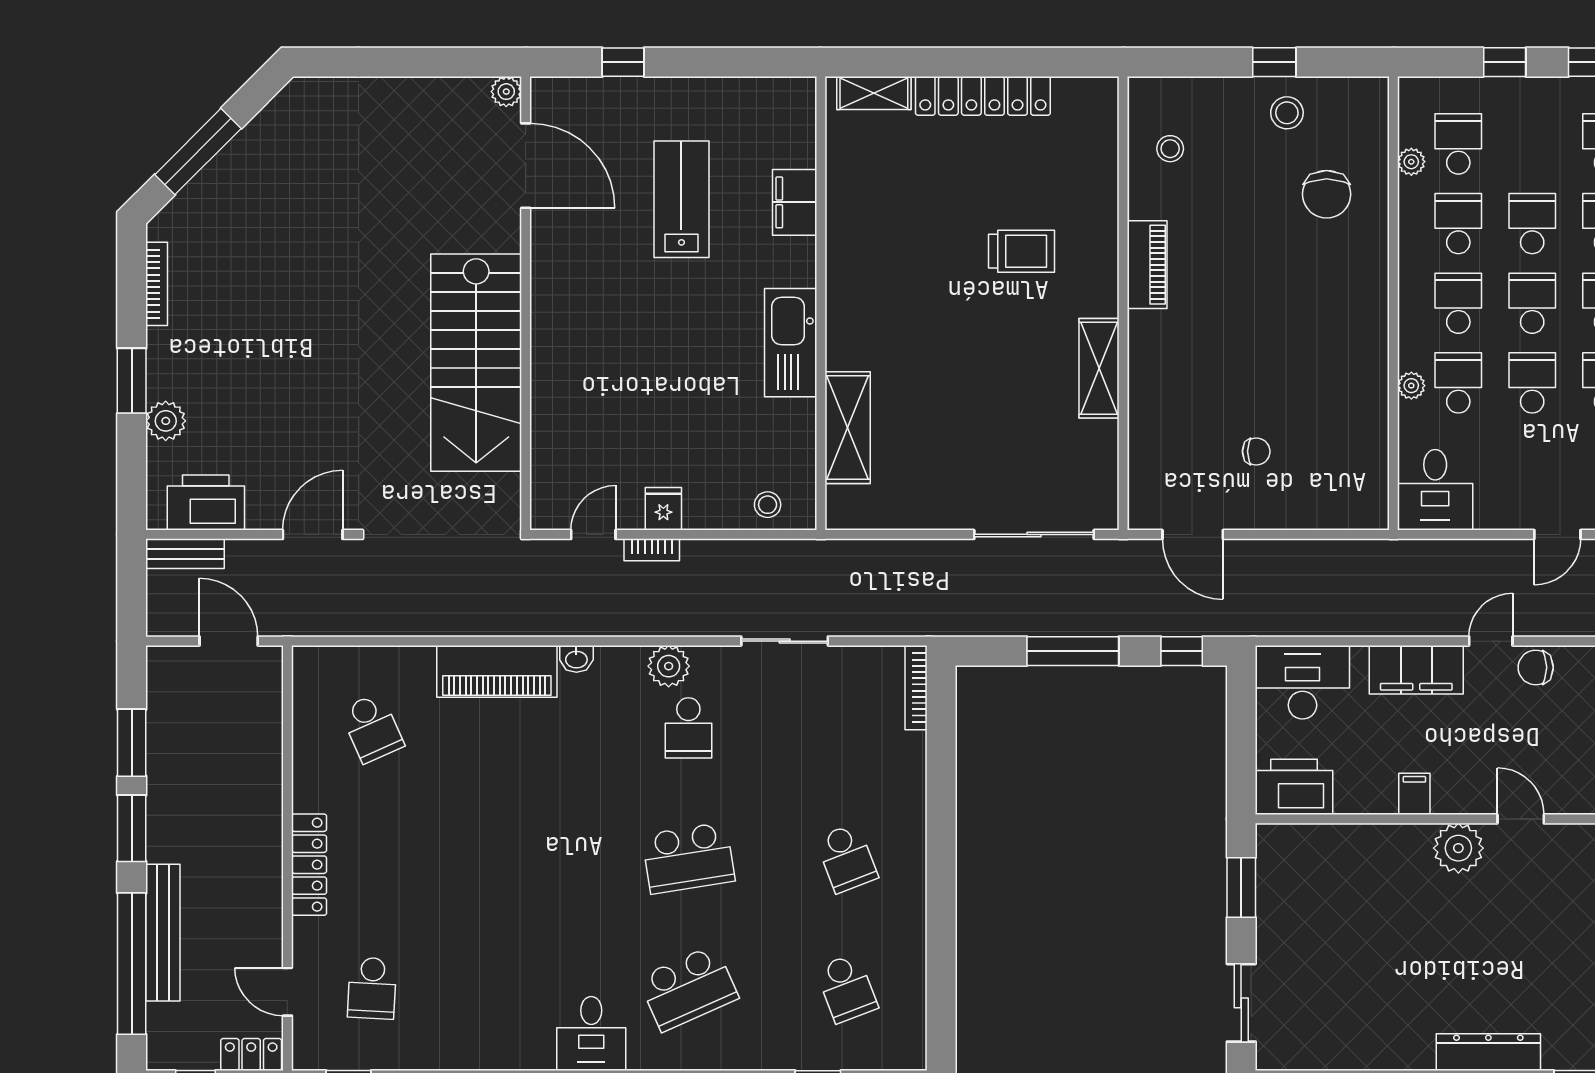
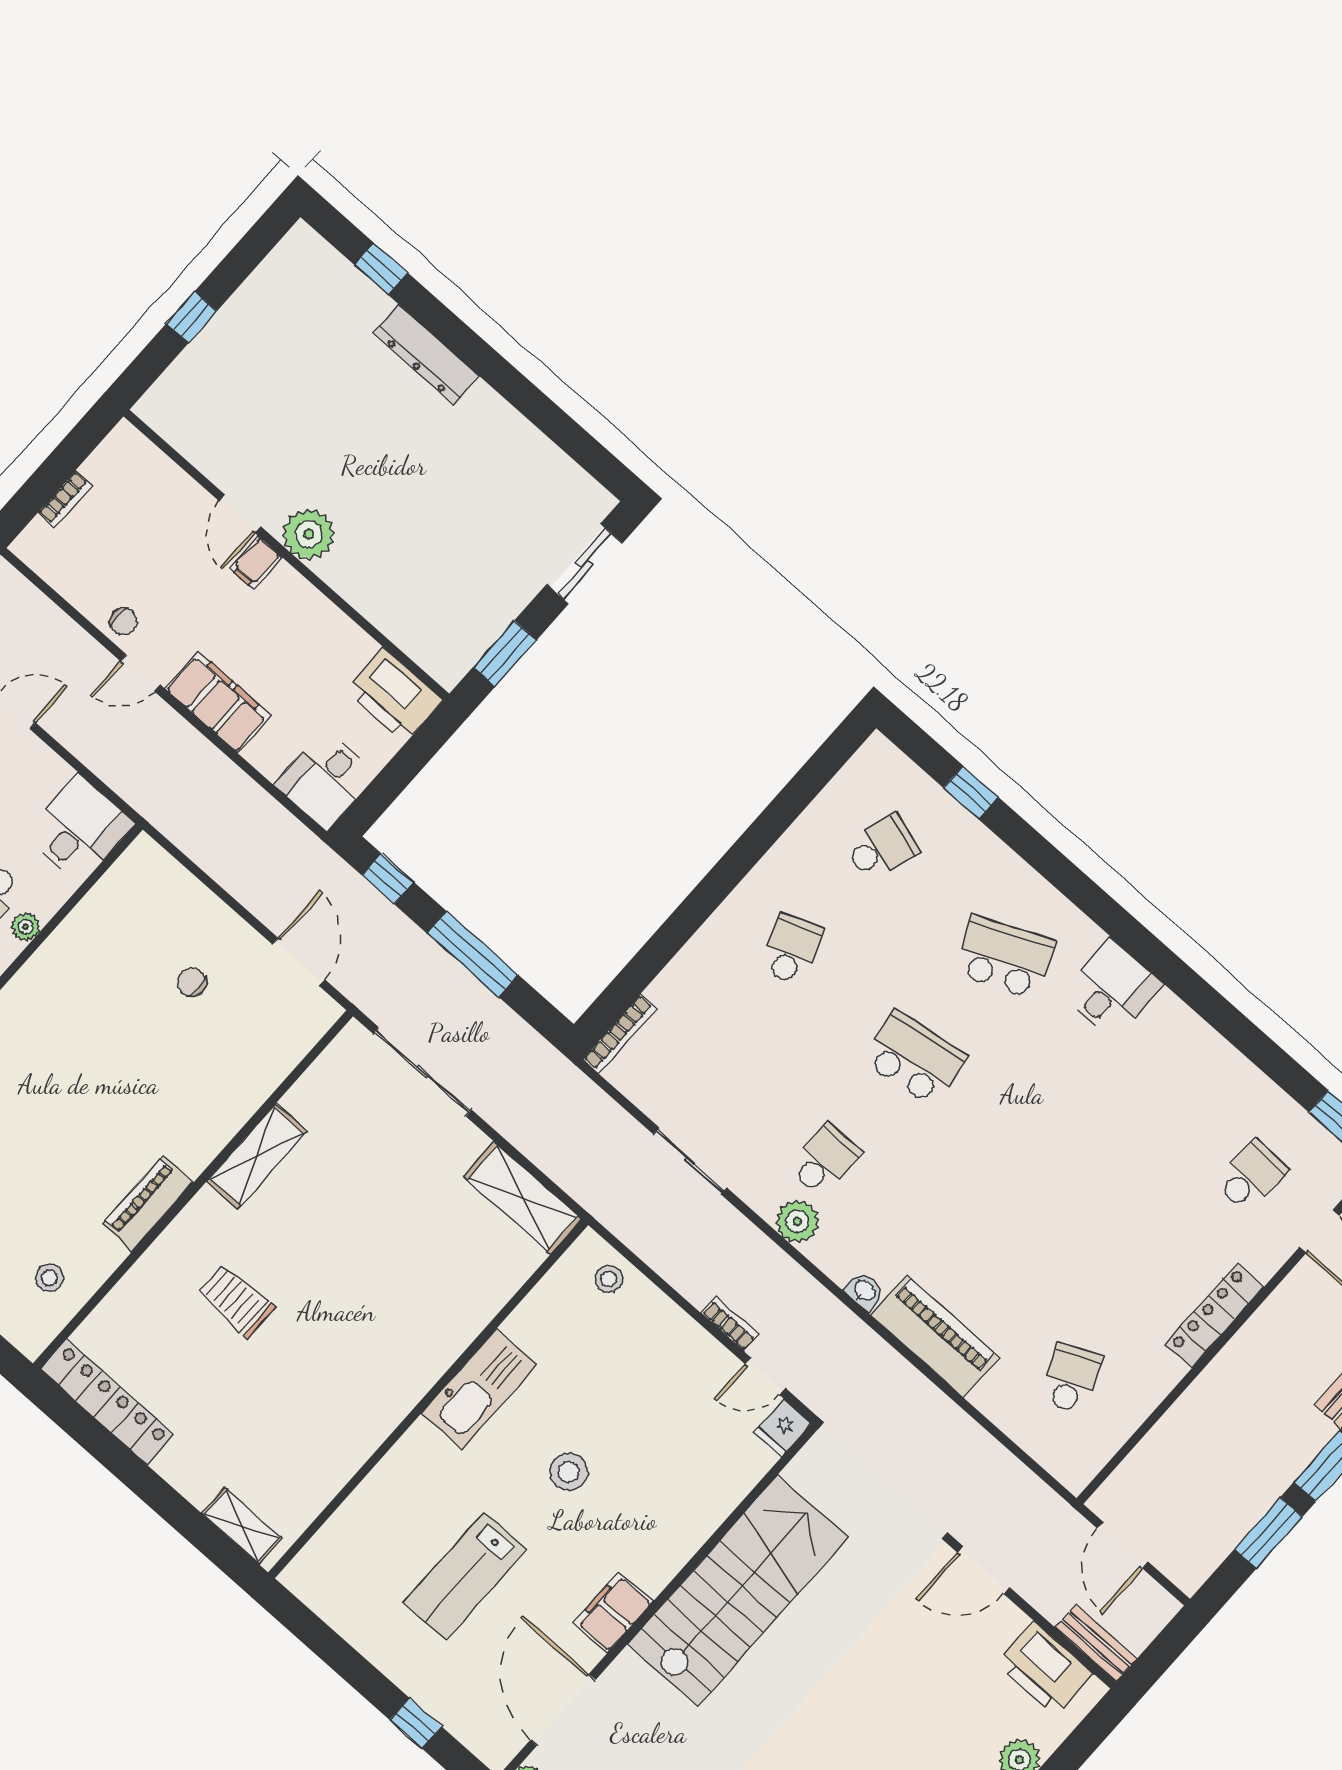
locker: (983, 96) -> (107, 1402), moved
filing cabinet: (795, 202) -> (613, 1612), moved, turned 180
stool: (673, 340) -> (569, 1472), added
shelving: (848, 428) -> (523, 1198), moved, turned 90
fridge: (663, 509) -> (783, 1427), moved
chair: (1536, 667) -> (124, 621), width x0.73, depth x0.73
desk: (1302, 682) -> (325, 780), width x0.73
filing cabinet: (1414, 794) -> (255, 562), moved
school desk: (847, 988) -> (882, 848), turned 39

